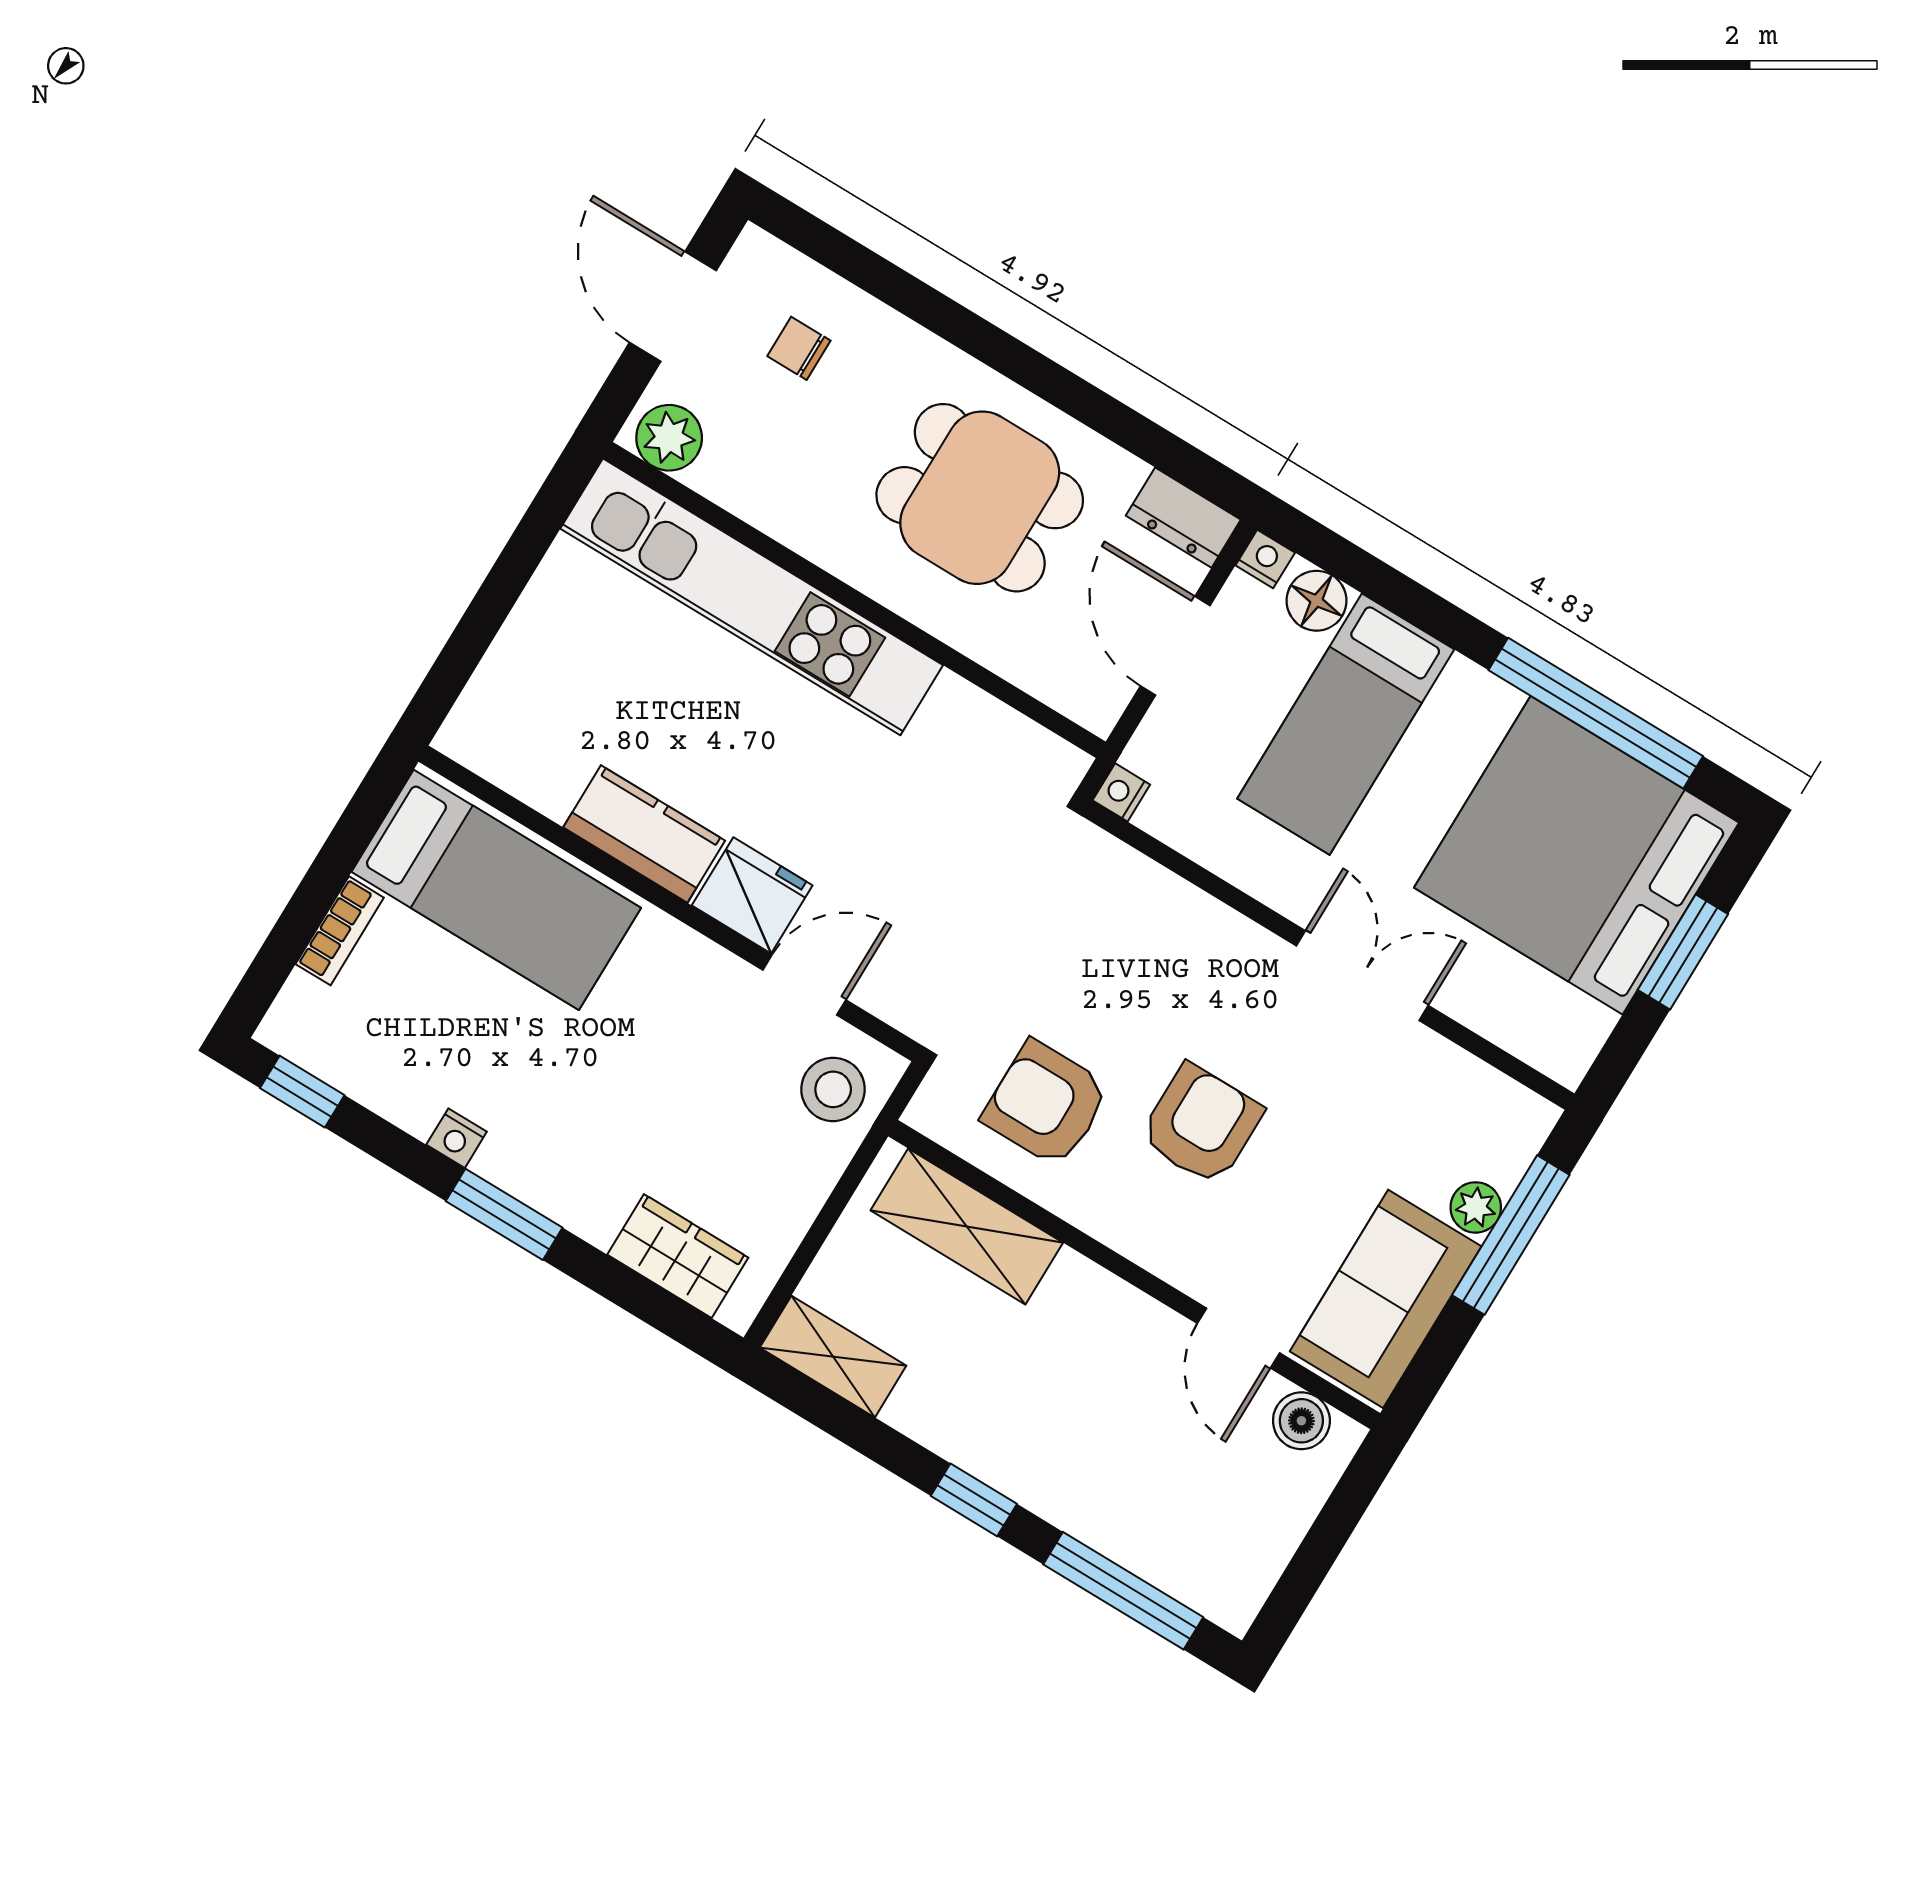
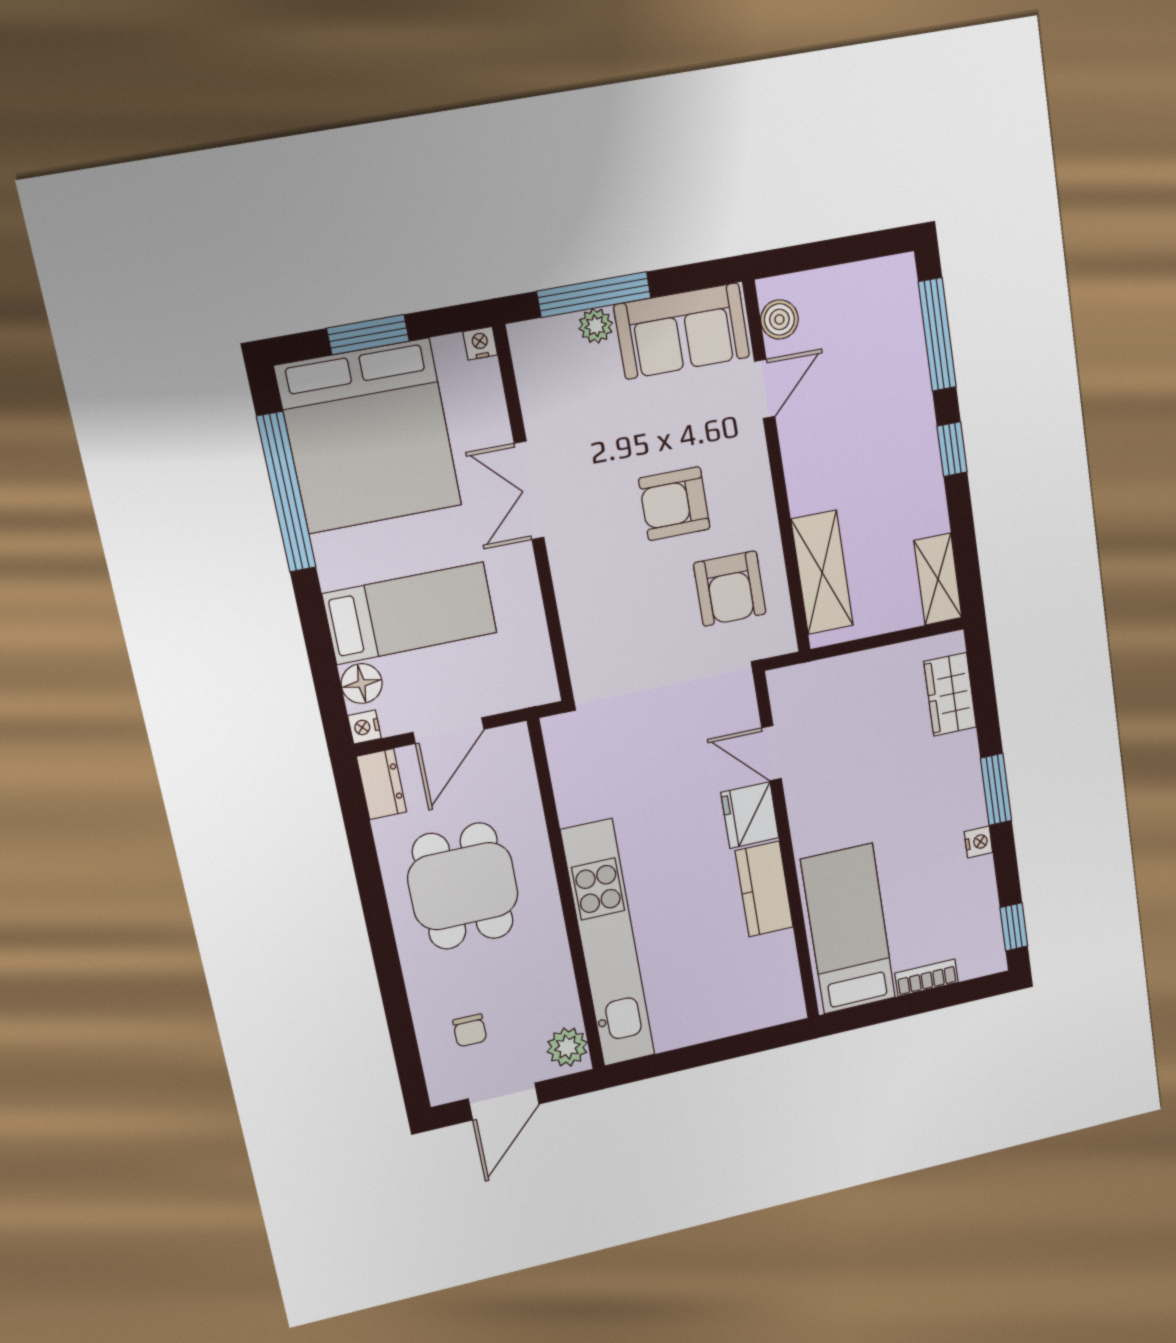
nightstand: (1121, 792) -> (480, 343), moved, turned 180
stool: (833, 1089) -> (810, 695), removed

